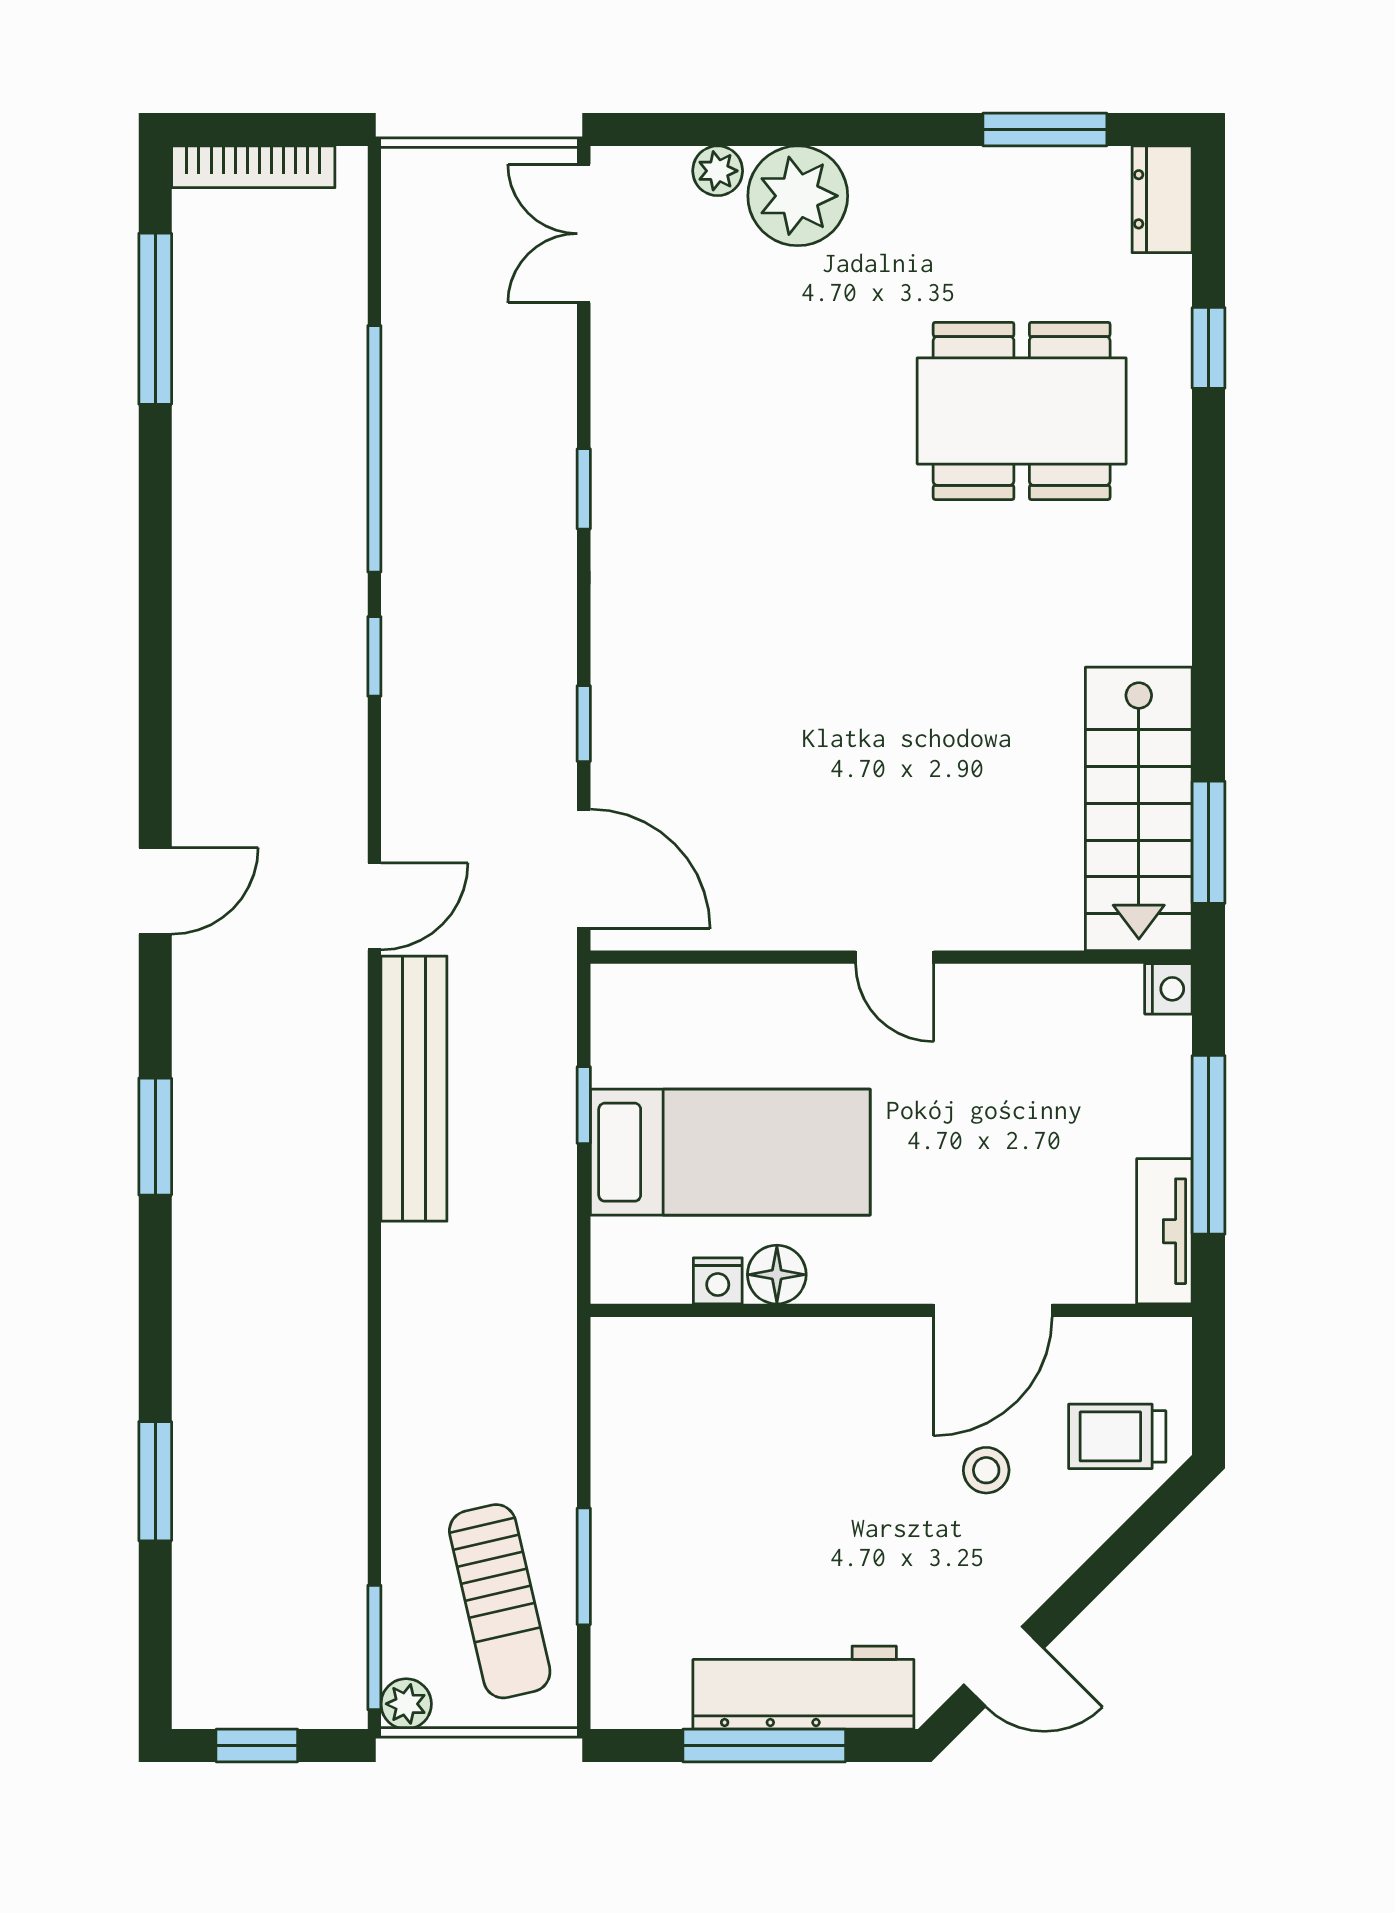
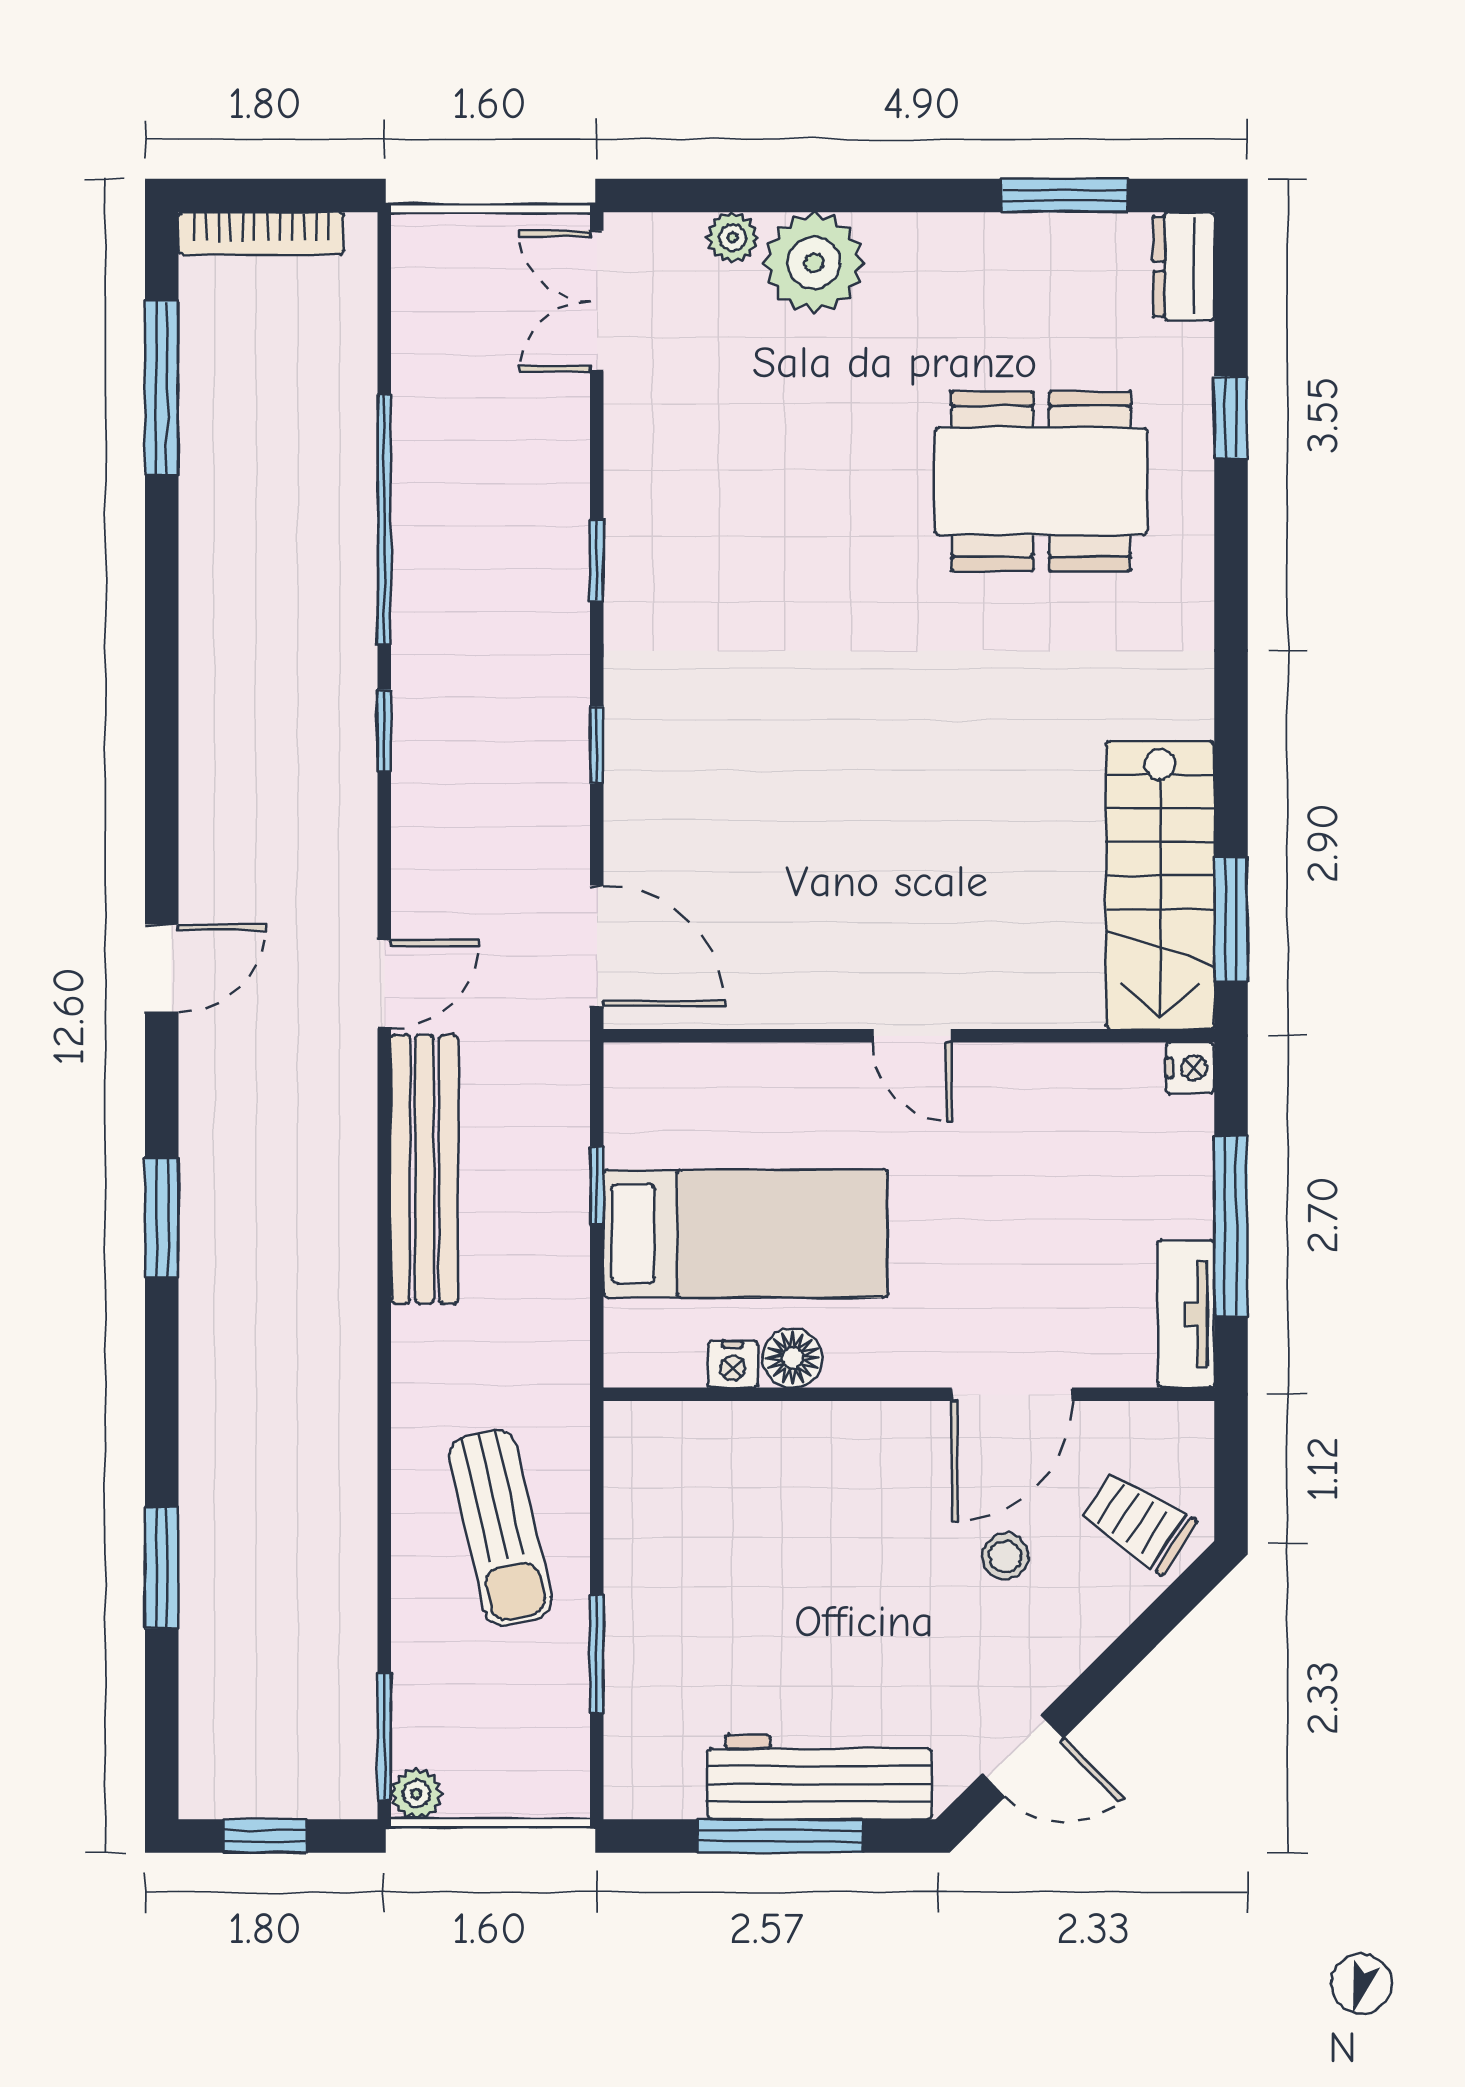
window: (584, 724) -> (597, 745), moved
trolley: (1117, 1436) -> (1138, 1522), turned 33
sun lounger: (500, 1601) -> (500, 1528), moved

